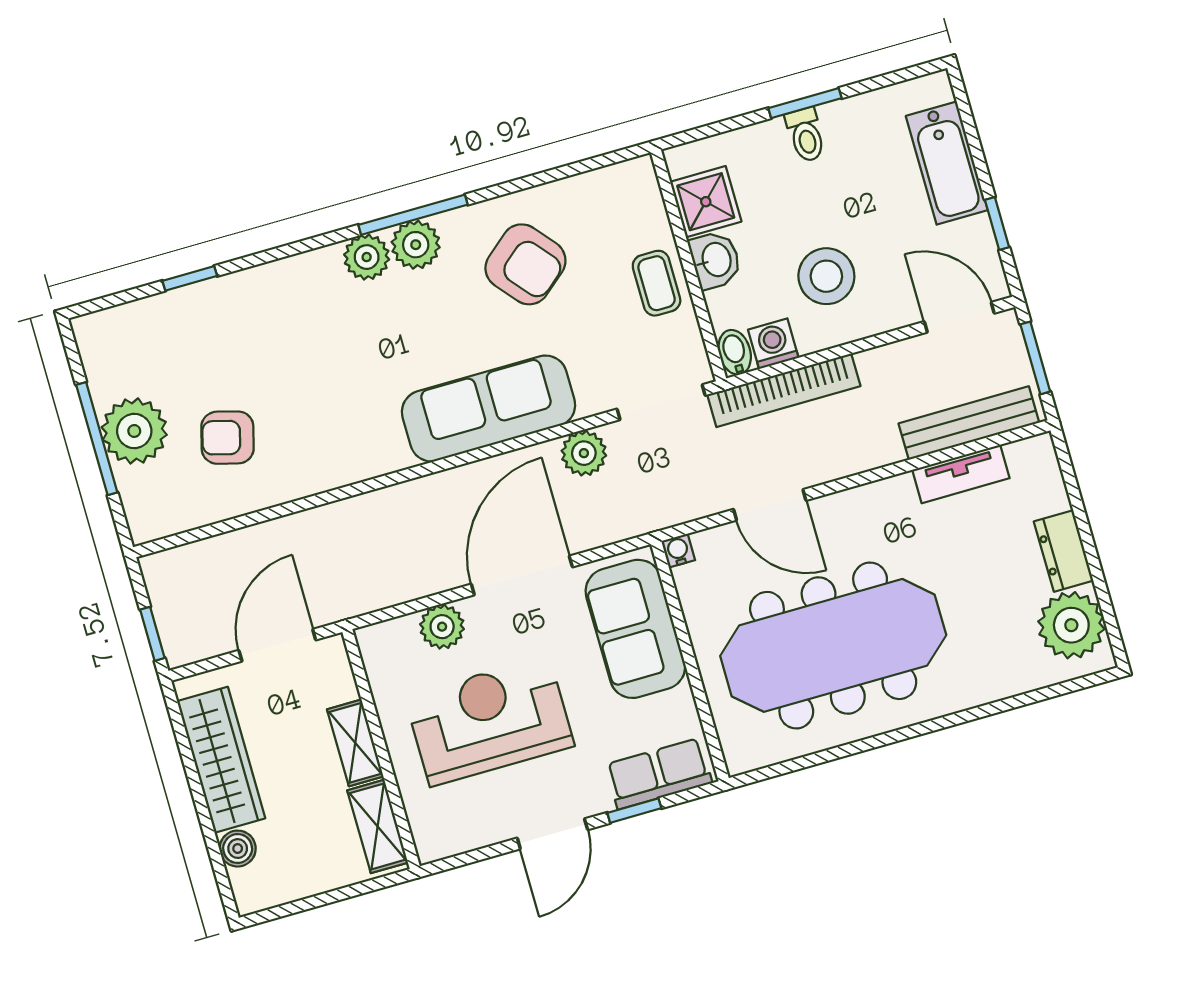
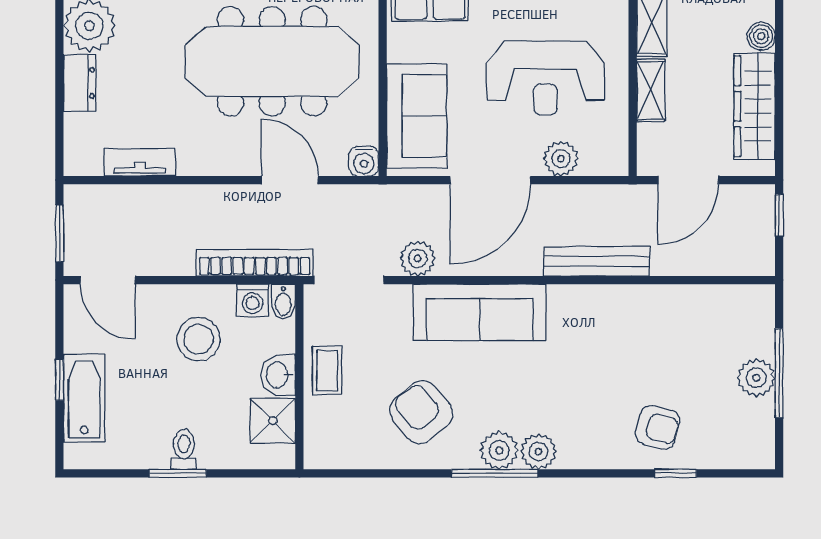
window: (997, 223) -> (59, 380), moved
bench: (969, 423) -> (597, 261), moved
plant: (134, 431) -> (756, 378), width x0.73, depth x0.73
armchair: (228, 438) -> (658, 427), moved
water cooler: (678, 551) -> (364, 161), width x1.38, depth x1.38

